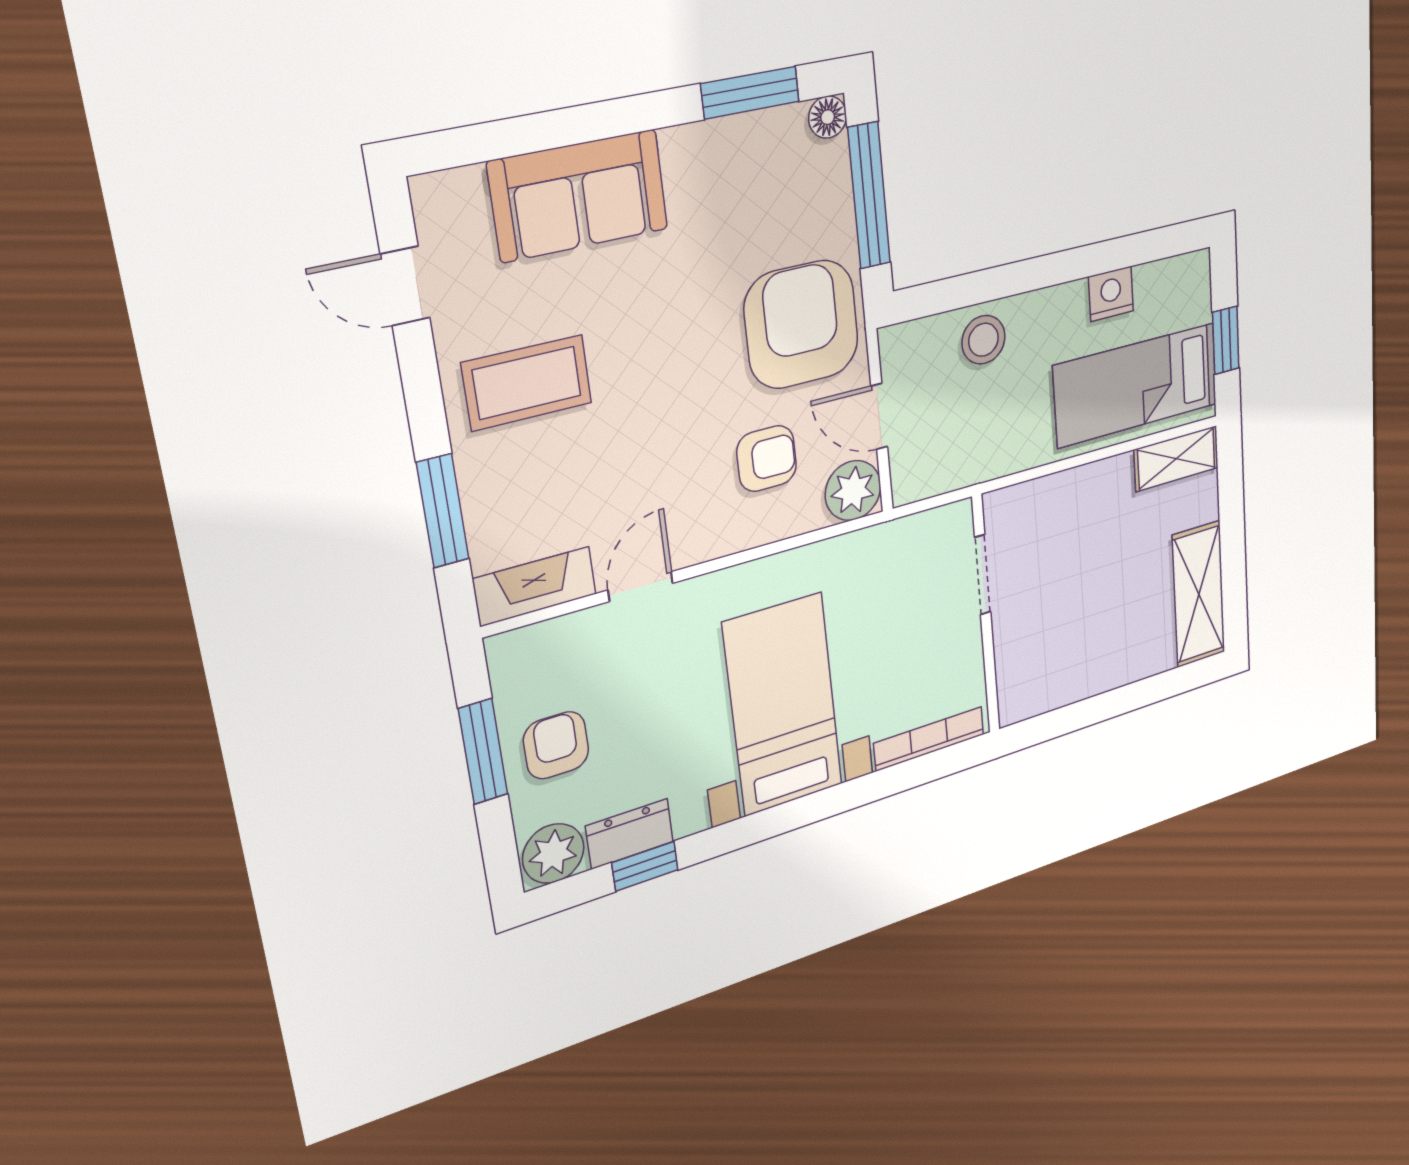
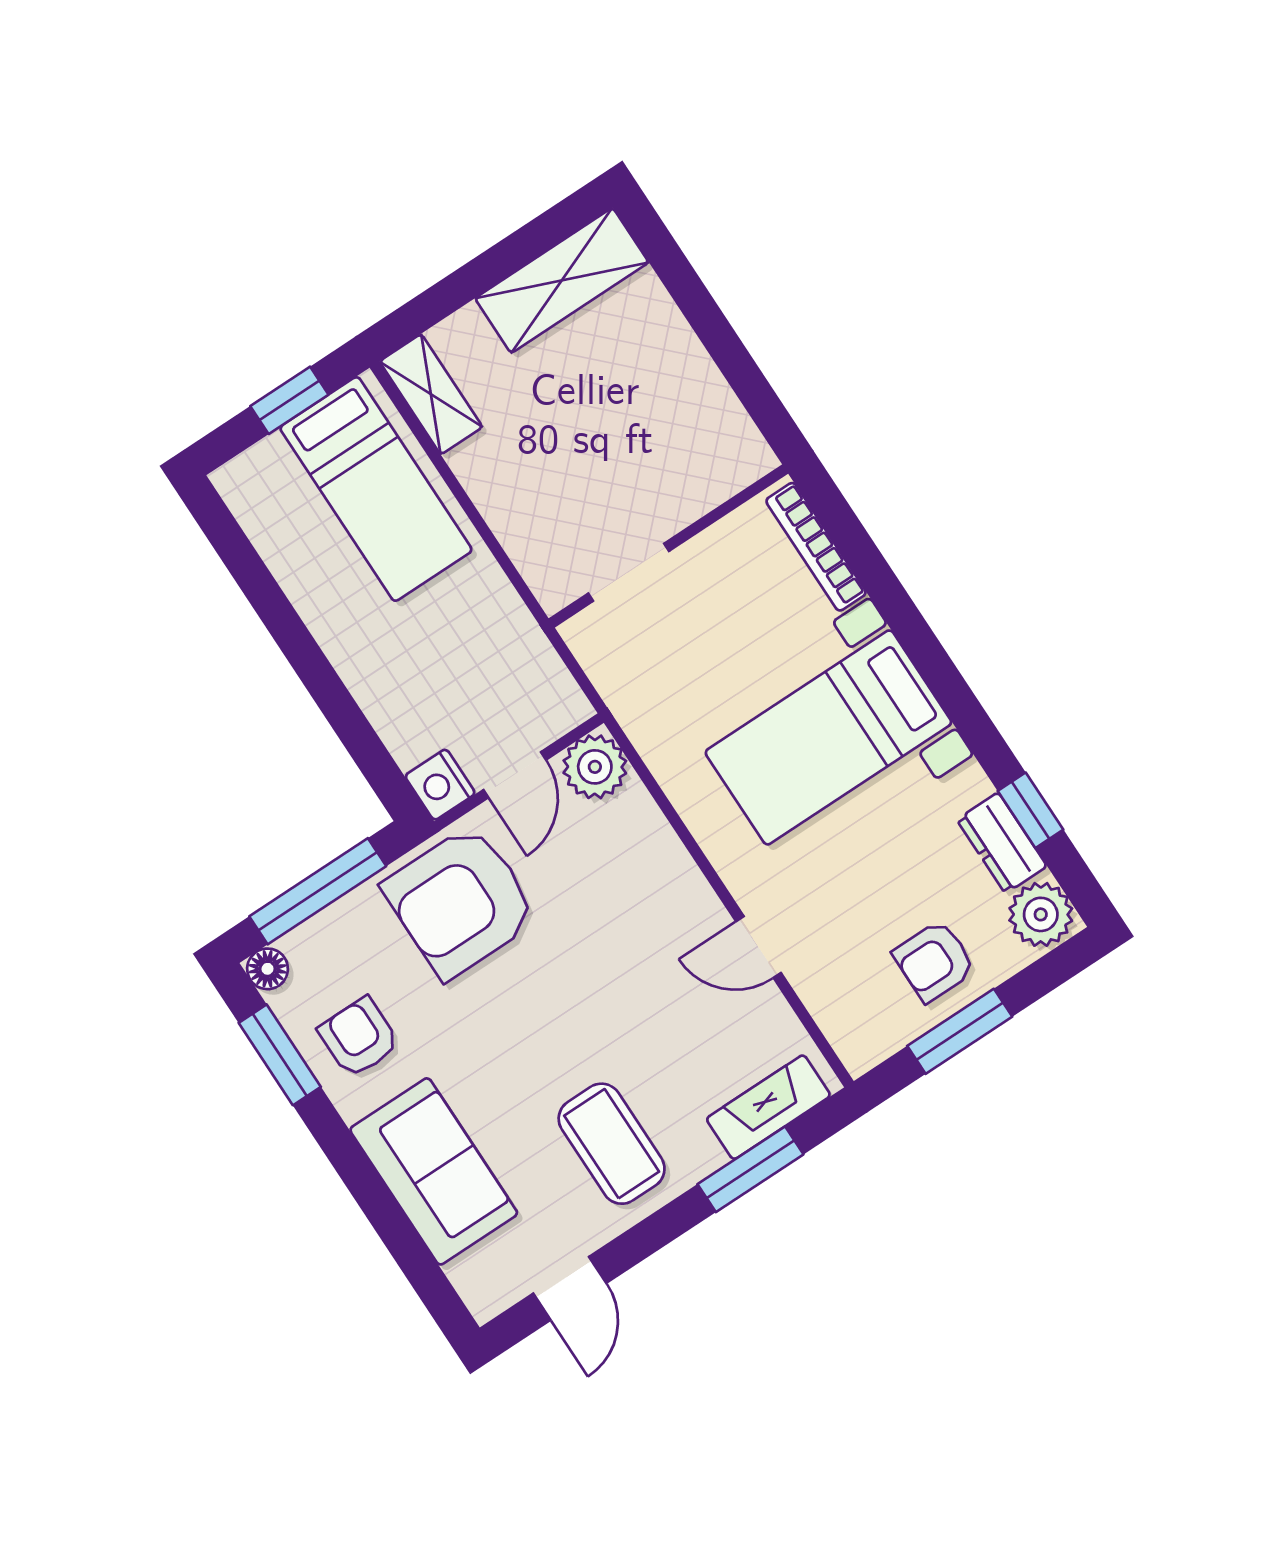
nightstand: (1111, 294) -> (440, 785), moved
stool: (983, 340) -> (400, 697), removed
armchair: (767, 459) -> (359, 1037), moved
fireplace: (535, 586) -> (768, 1107), moved, turned 90

